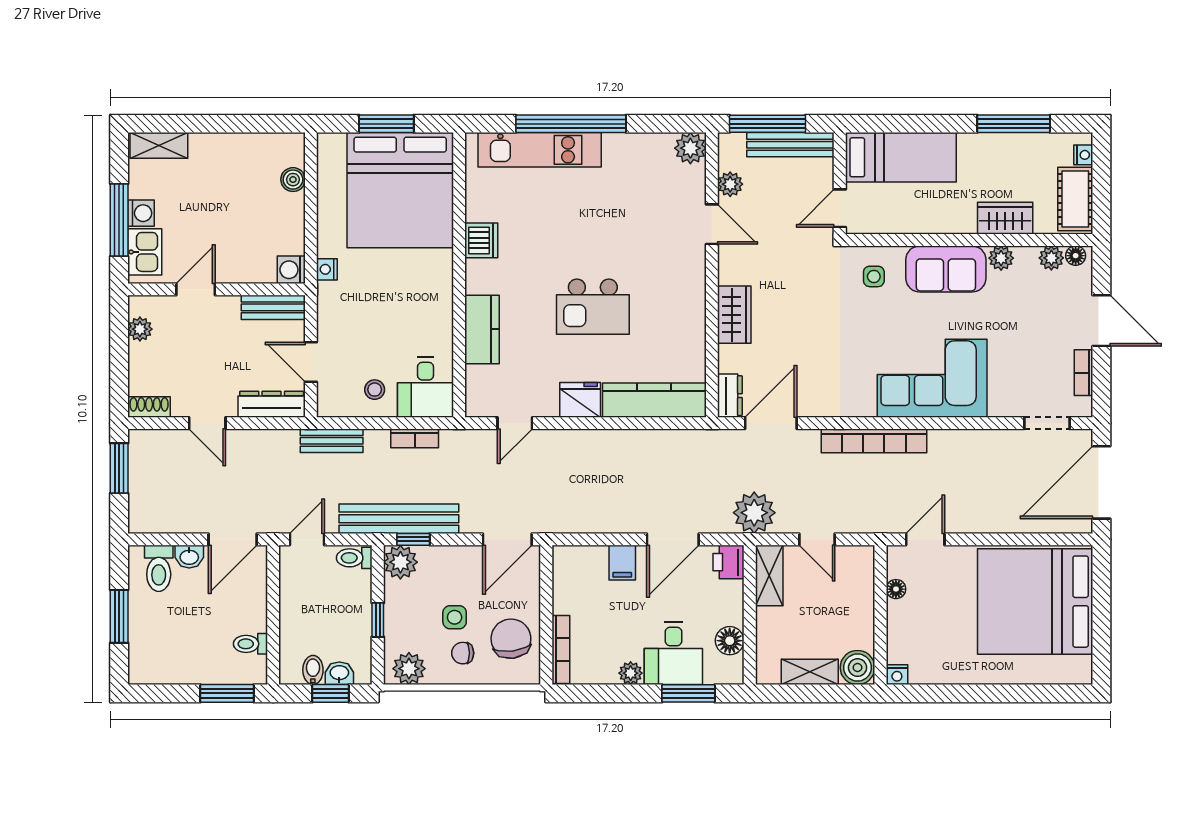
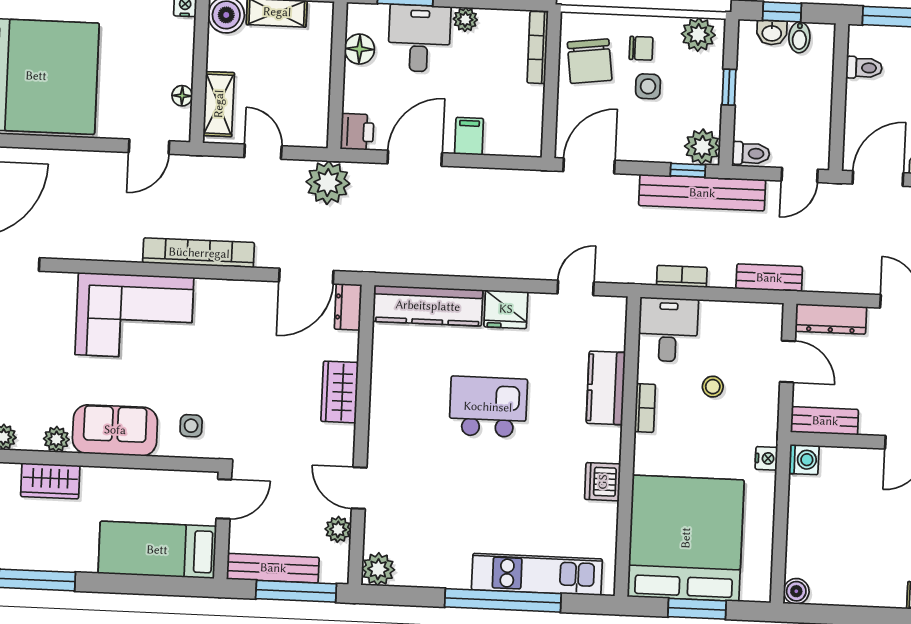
boiler: (293, 180) -> (796, 591), moved
bookcase: (444, 312) -> (645, 408), added
stool: (375, 390) -> (713, 387), moved
shelving: (769, 576) -> (219, 104), moved

